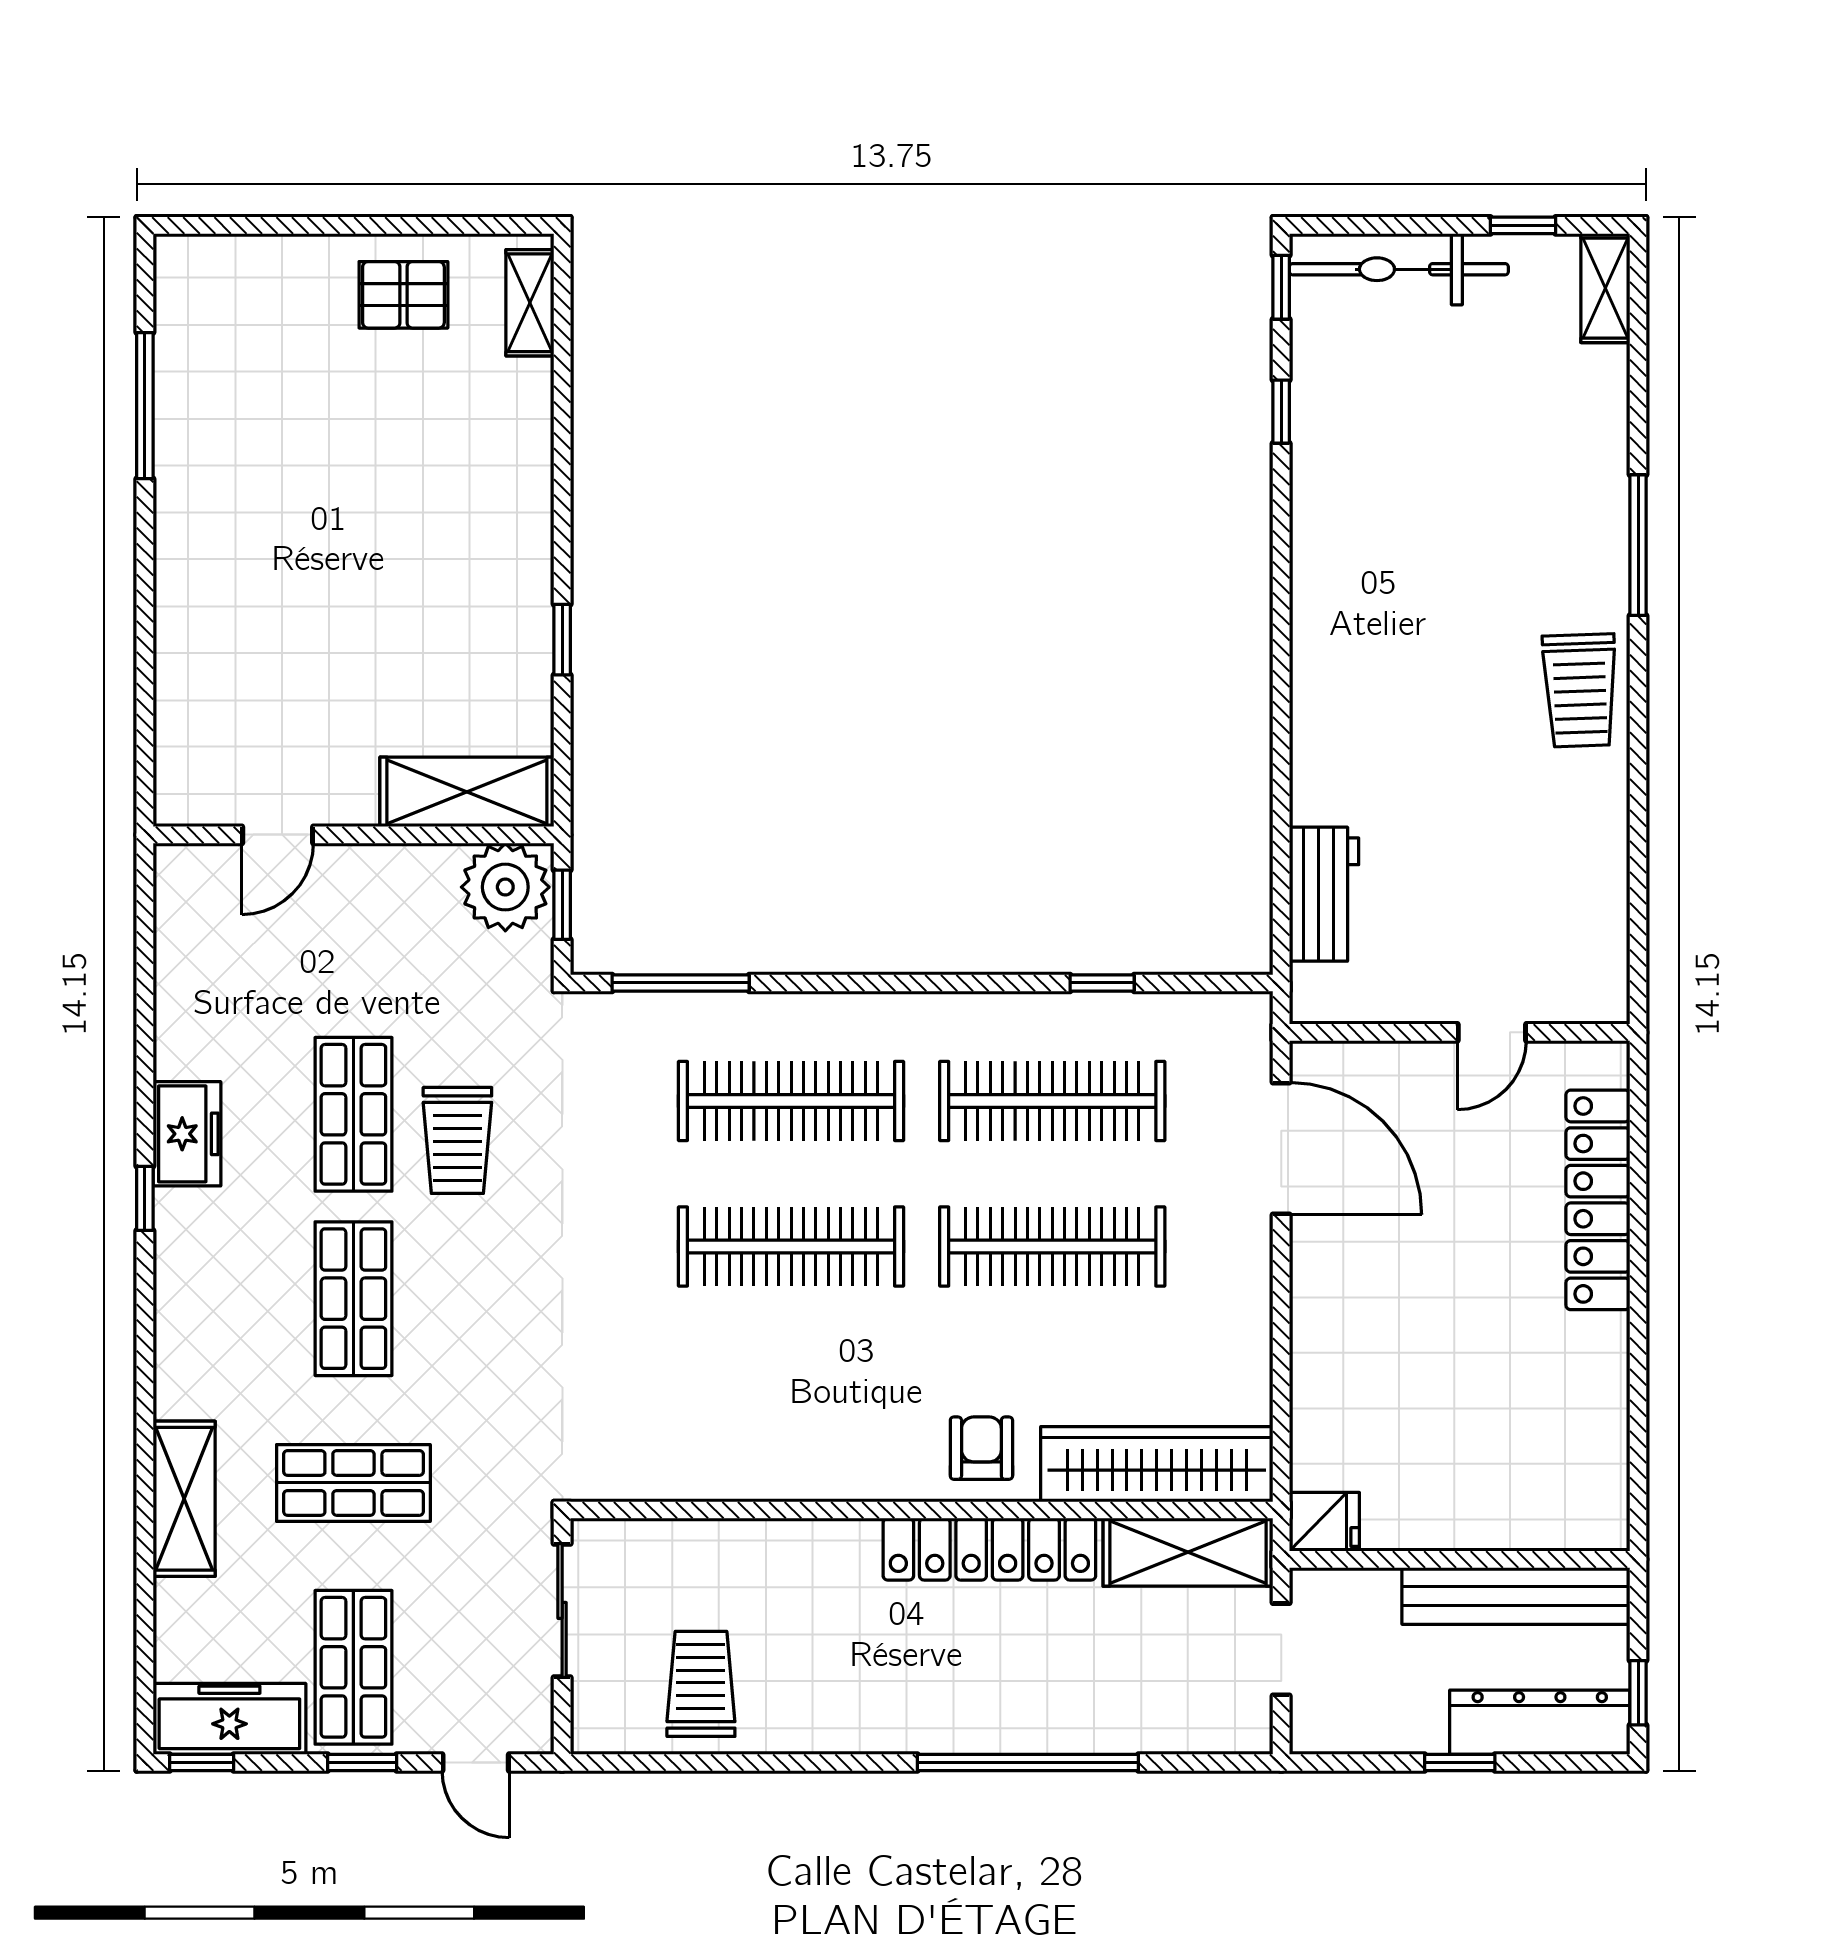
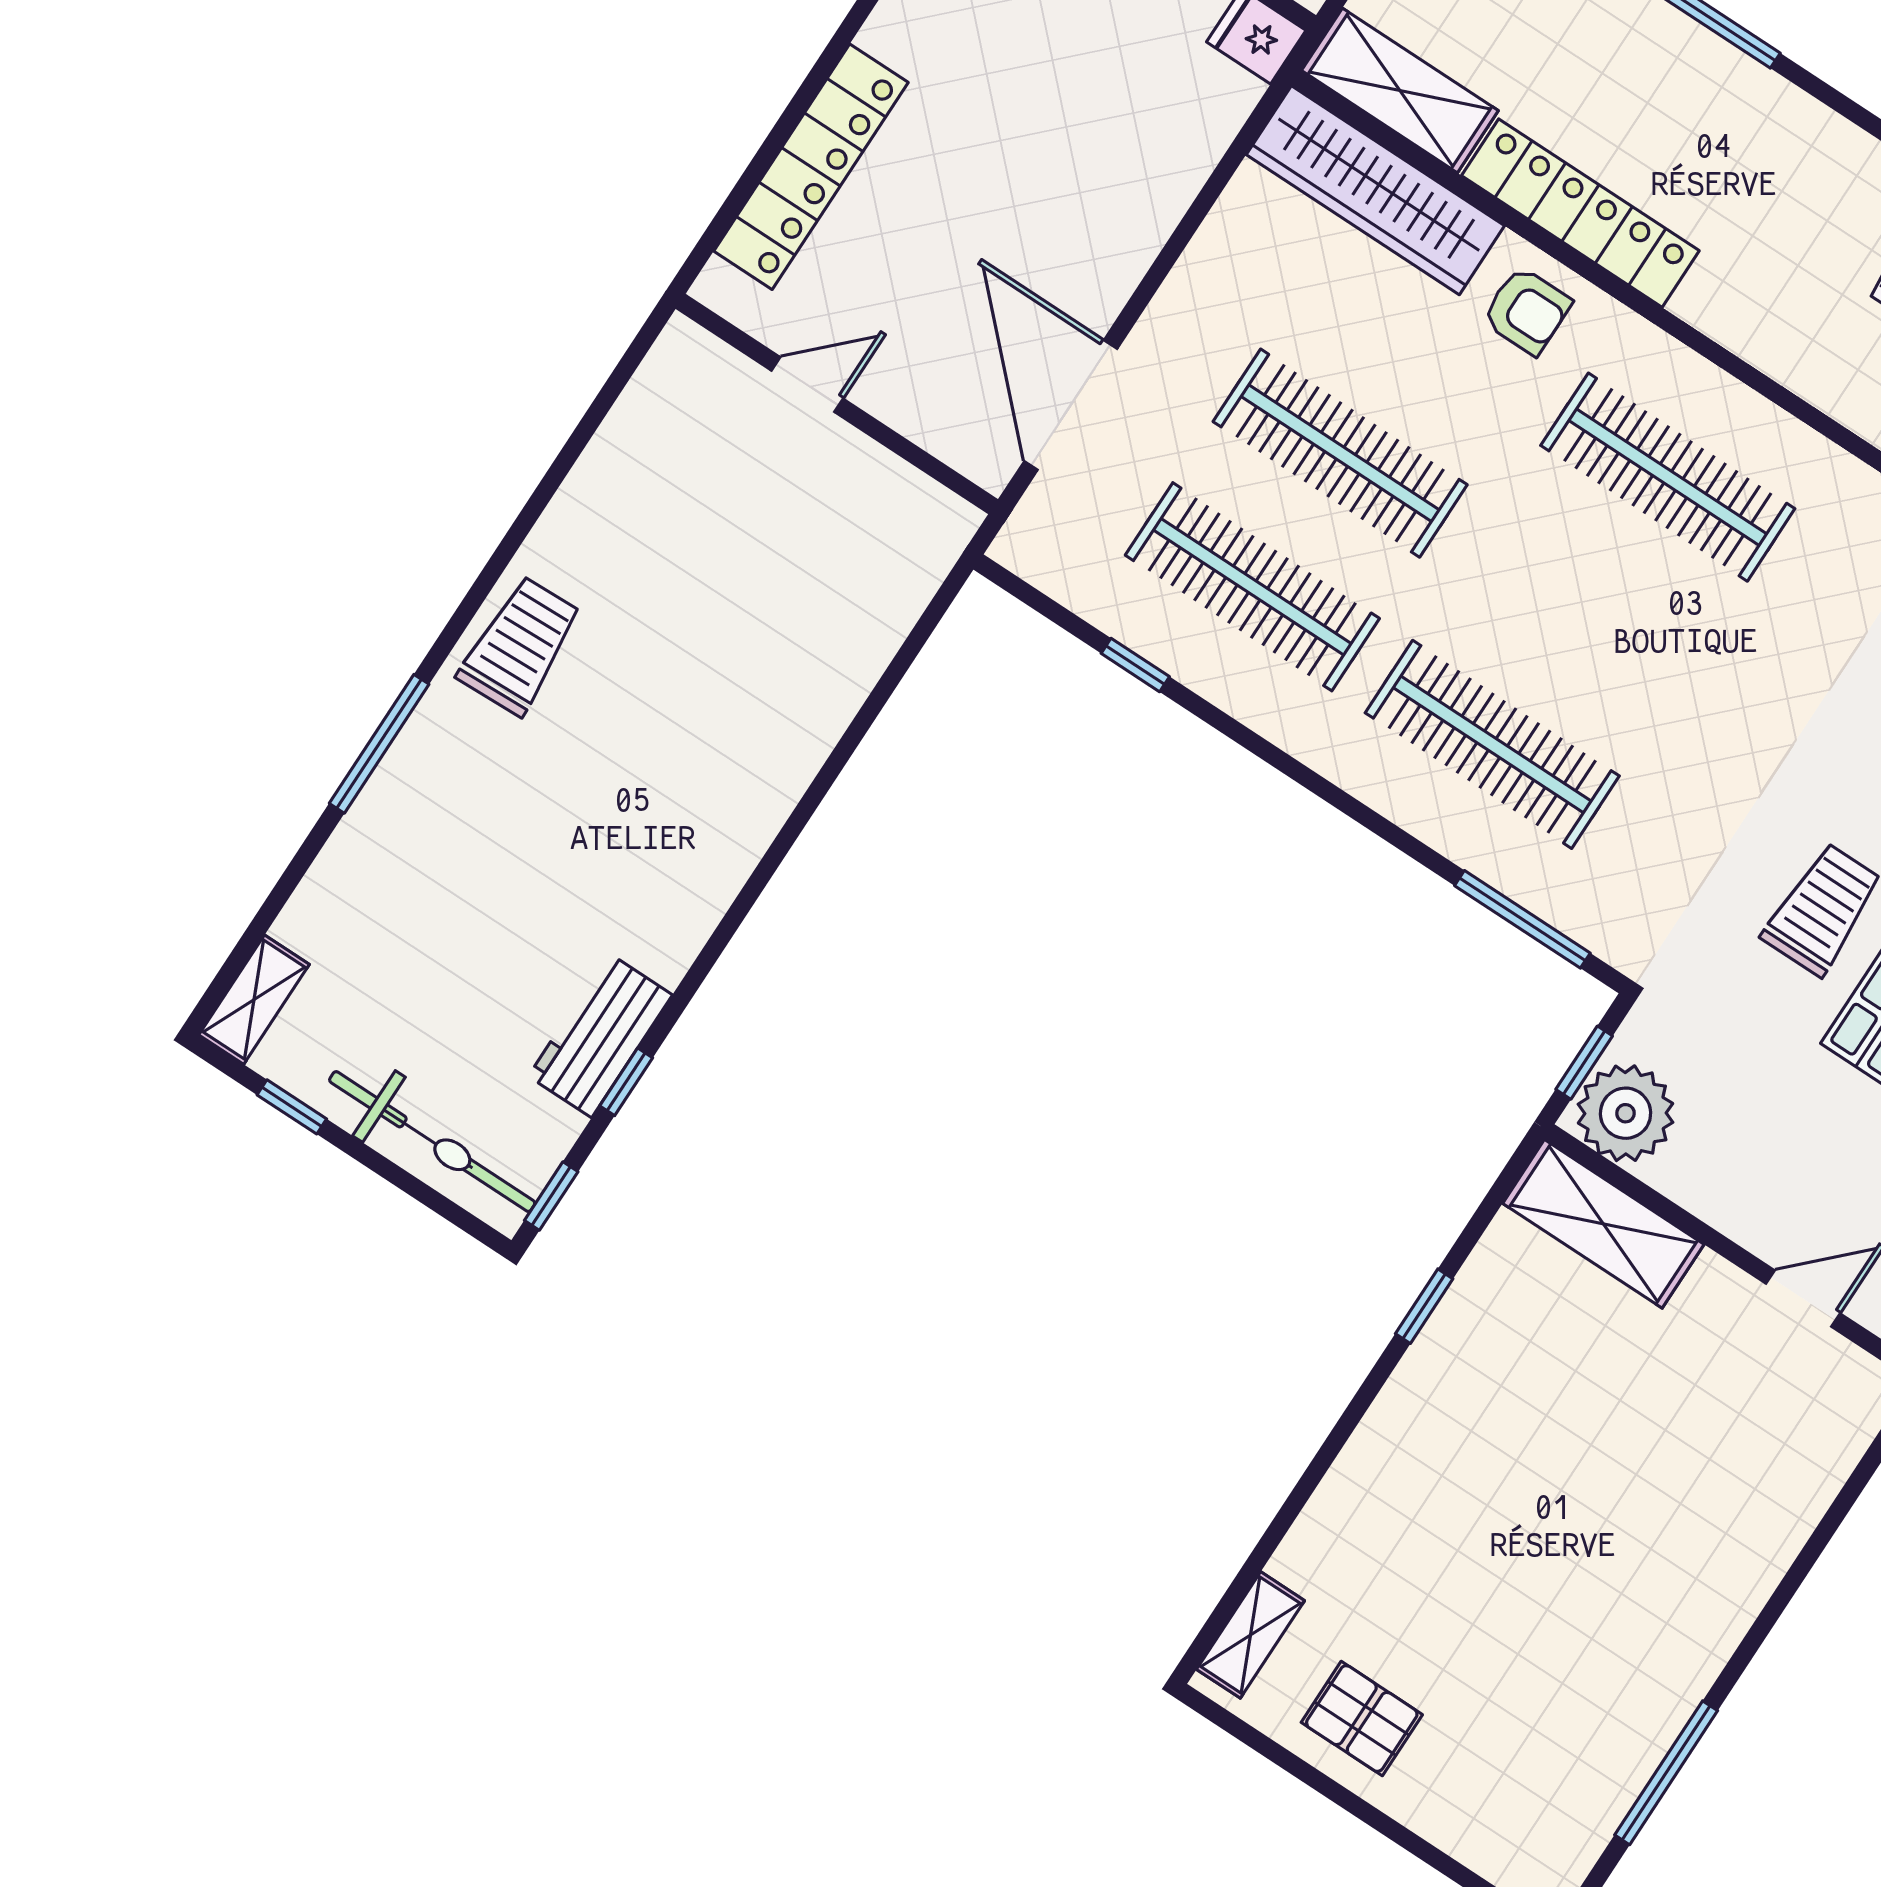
workbench: (1324, 894) -> (600, 1035), moved
clothes rail: (791, 1246) -> (1668, 477), moved
armchair: (981, 1448) -> (1527, 311), turned -90

